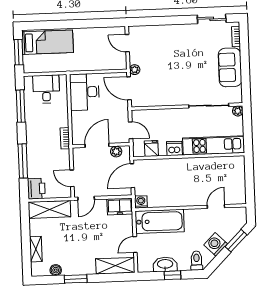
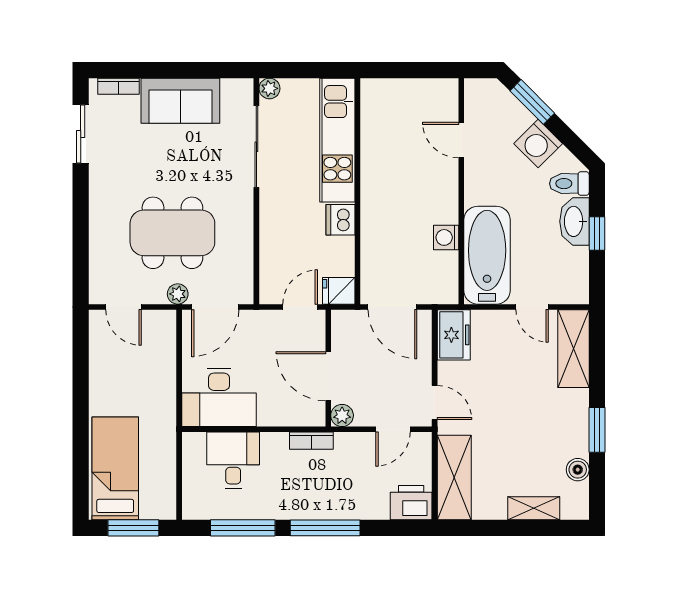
door: (127, 43) -> (123, 307), hinge flipped
dining table: (165, 66) -> (172, 233), added
desk: (46, 89) -> (233, 460), moved, turned 90
fridge: (151, 149) -> (339, 291), moved
plant: (116, 151) -> (342, 415), moved
window: (23, 161) -> (325, 528), moved
washing machine: (141, 202) -> (446, 237), moved
washbasin: (165, 264) -> (574, 221), moved

